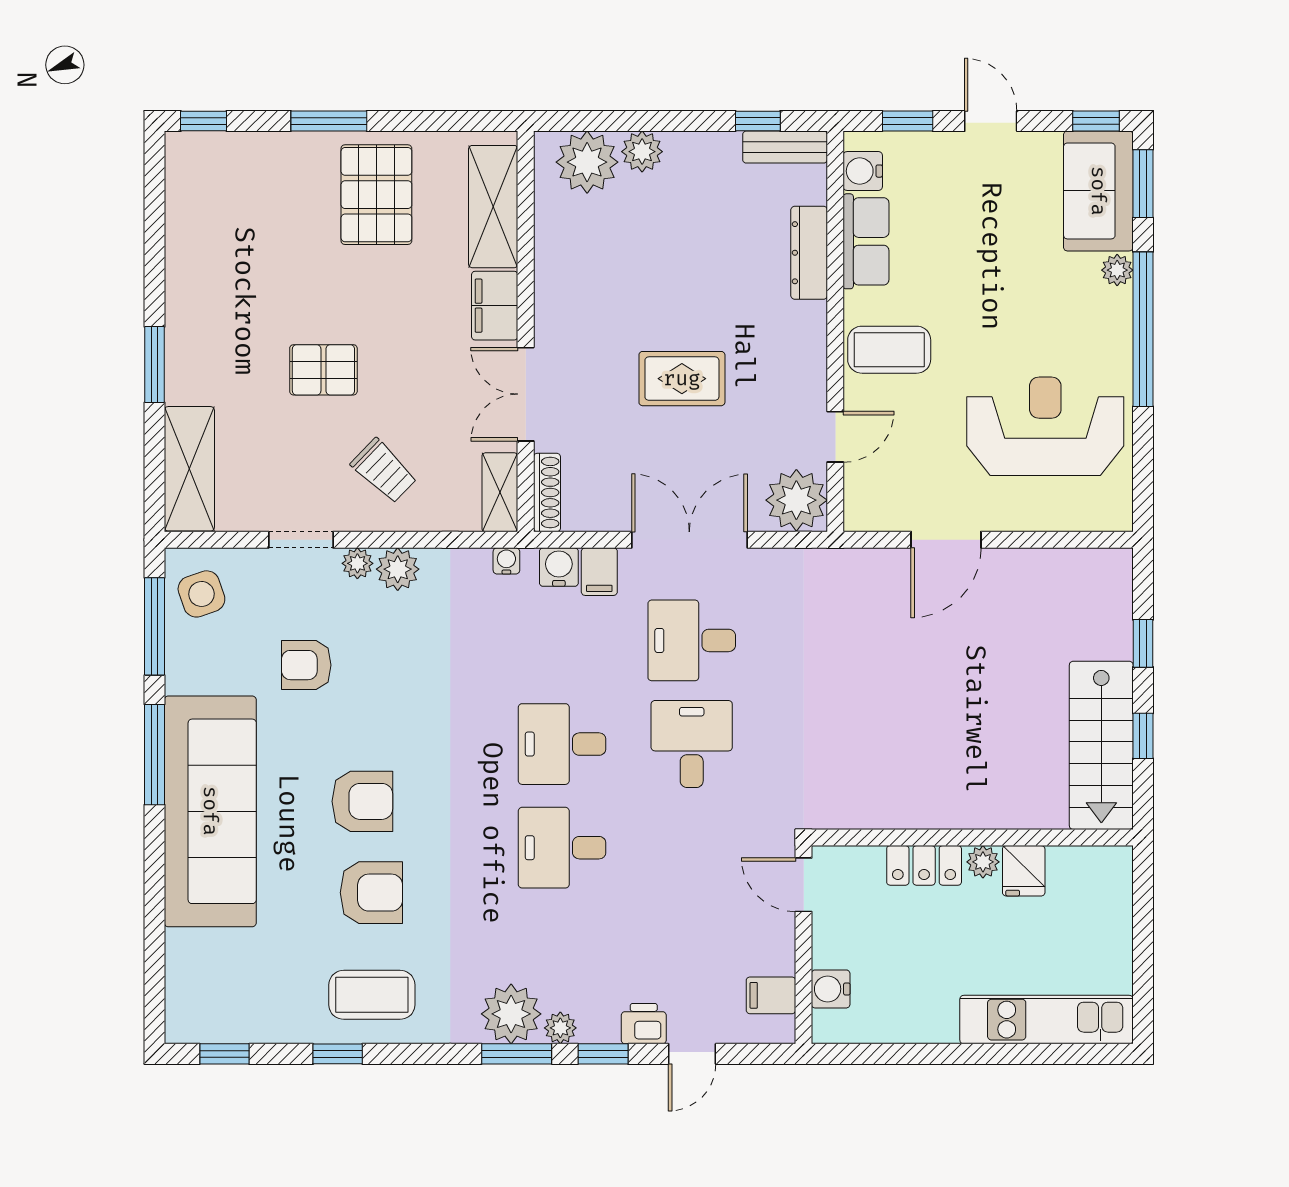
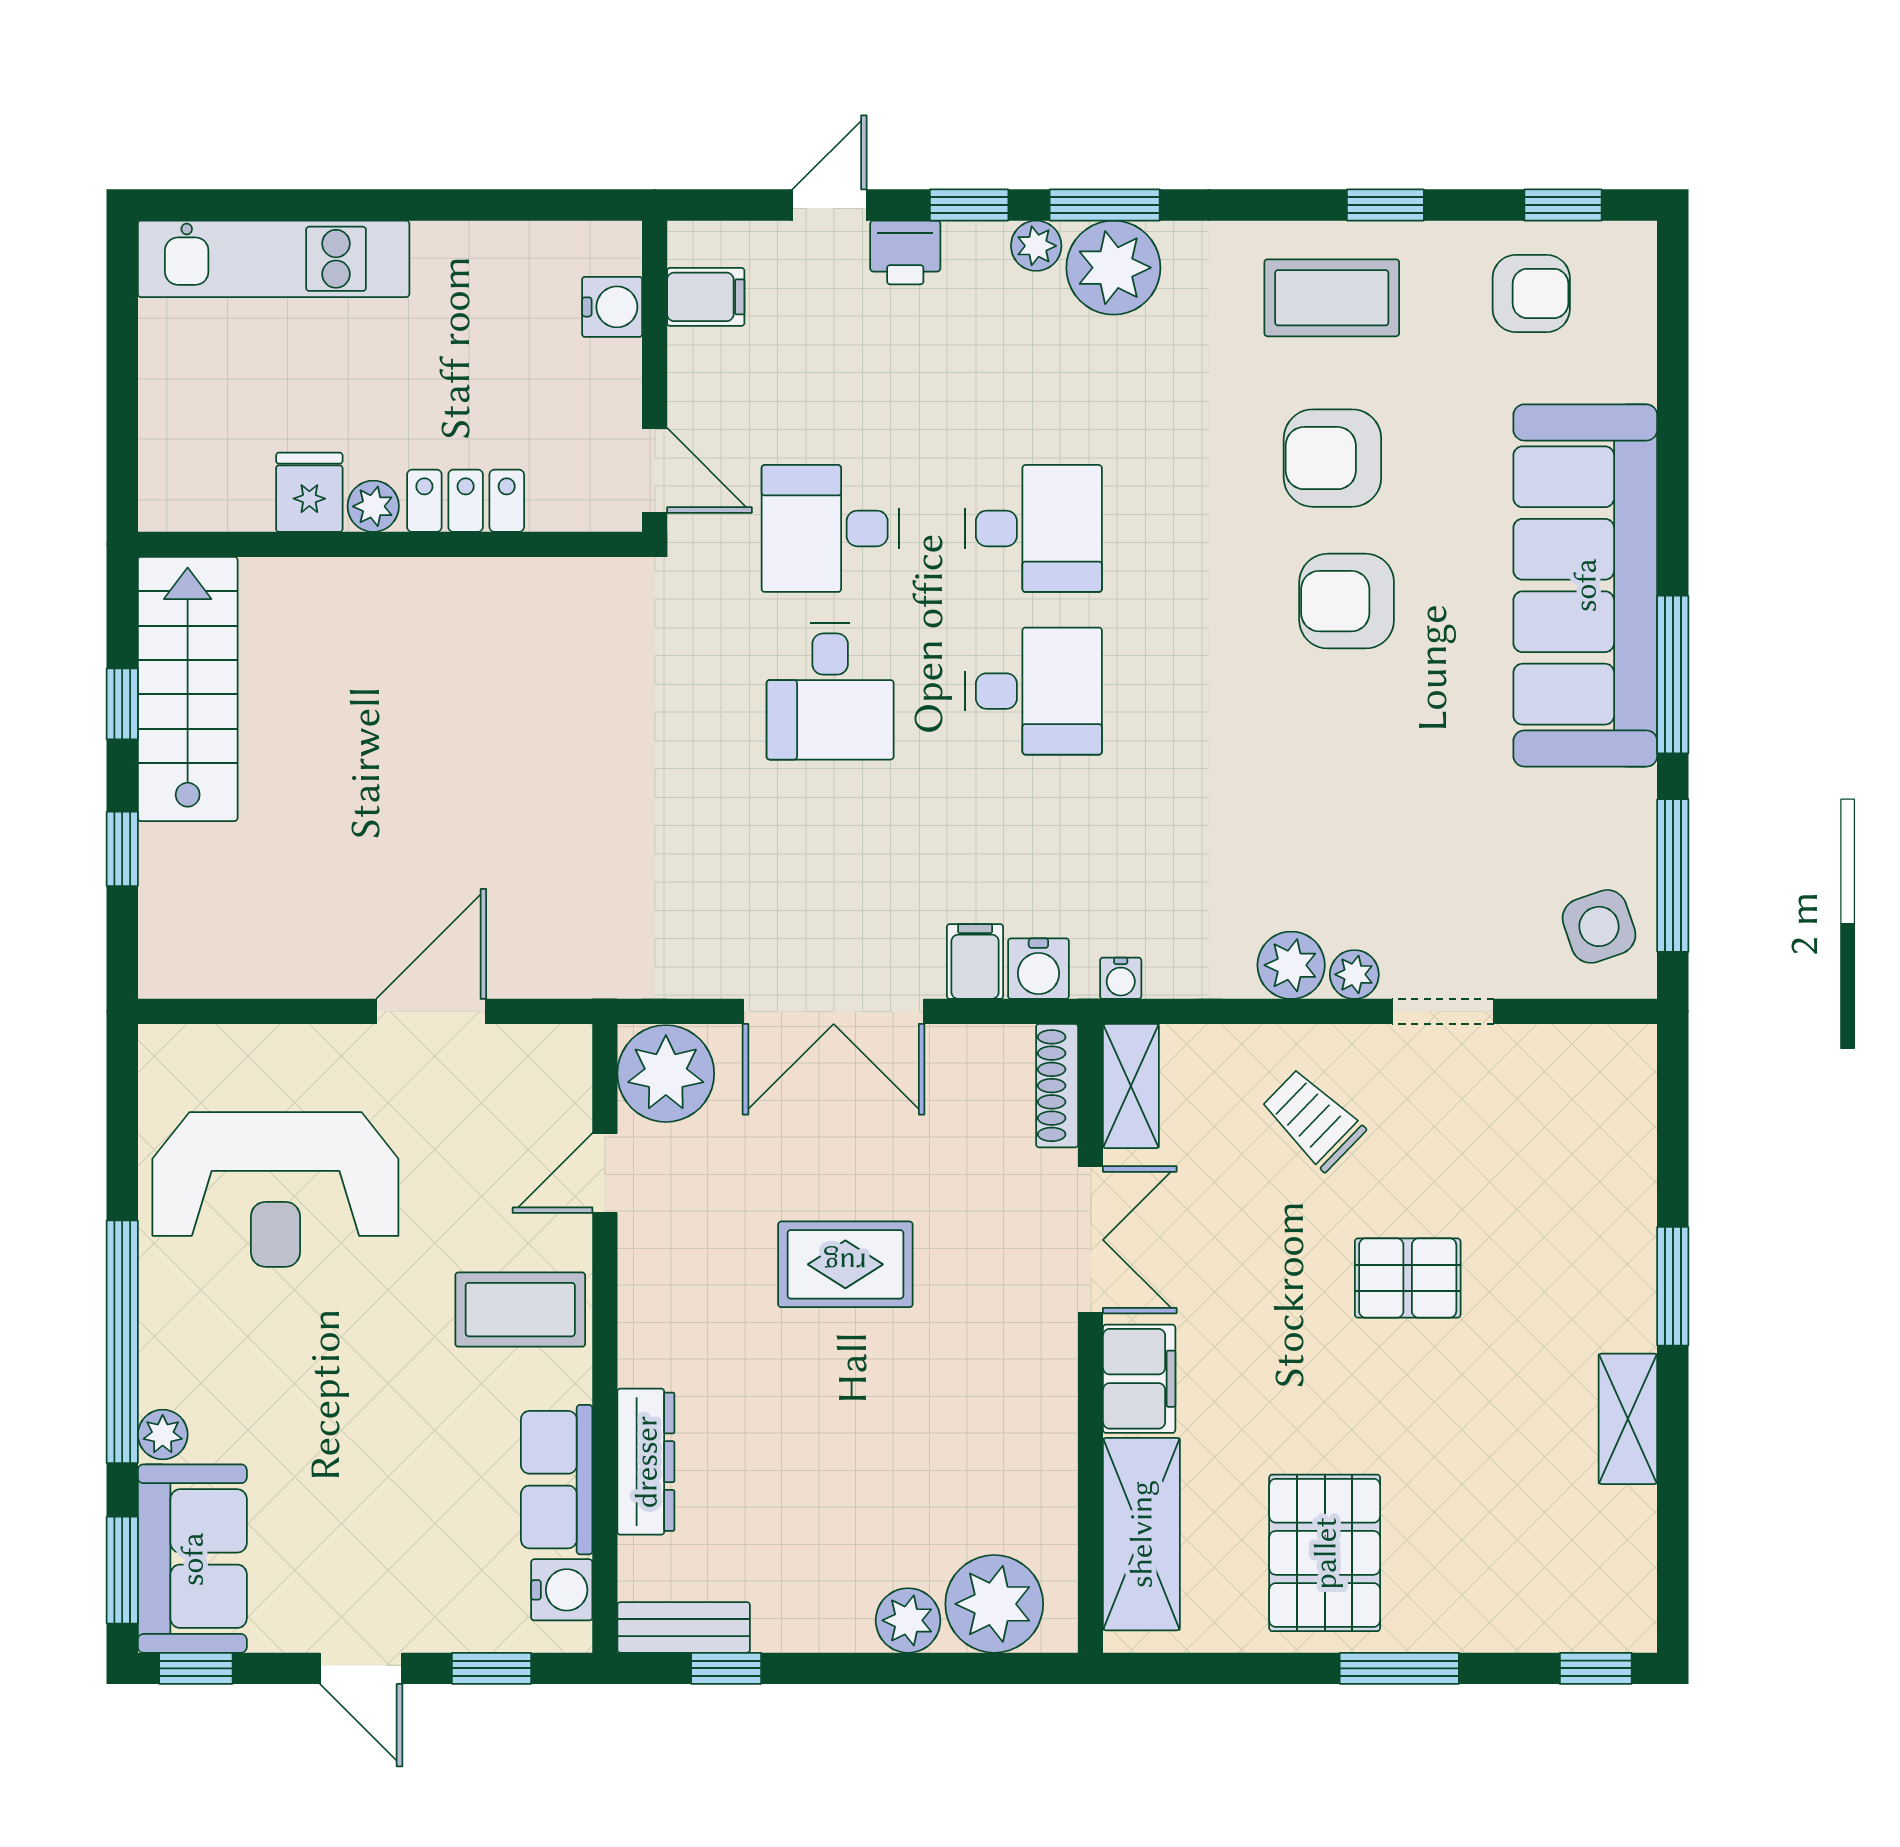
shelving: (189, 469) -> (1628, 1419), moved, width x0.67, depth x0.75
desk: (692, 640) -> (830, 528), moved, turned 180
armchair: (306, 665) -> (1531, 293), moved

